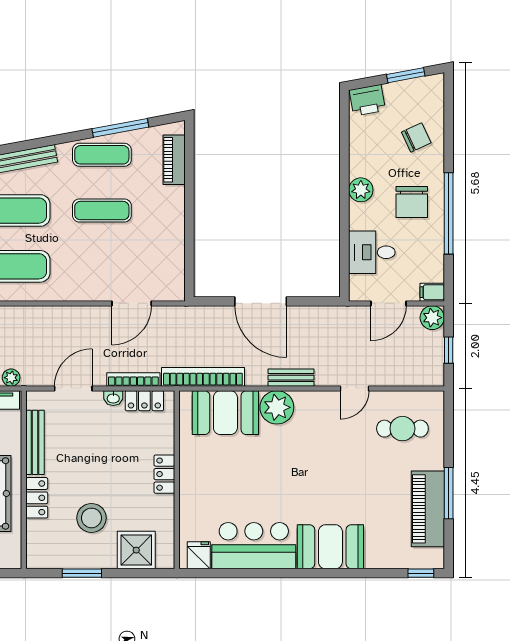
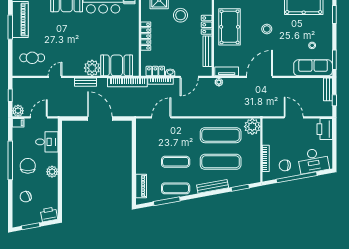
locker: (164, 474) -> (146, 36), width x1.53

